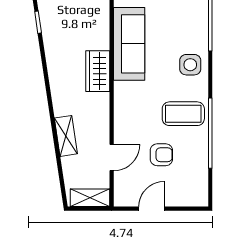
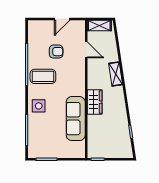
shelving: (66, 136) -> (116, 74), moved
armchair: (161, 155) -> (56, 52), turned 180
door: (112, 157) -> (86, 50), swing flipped

